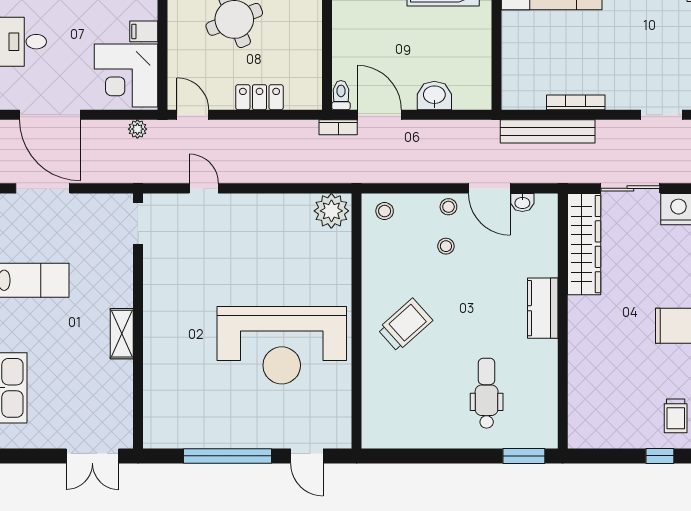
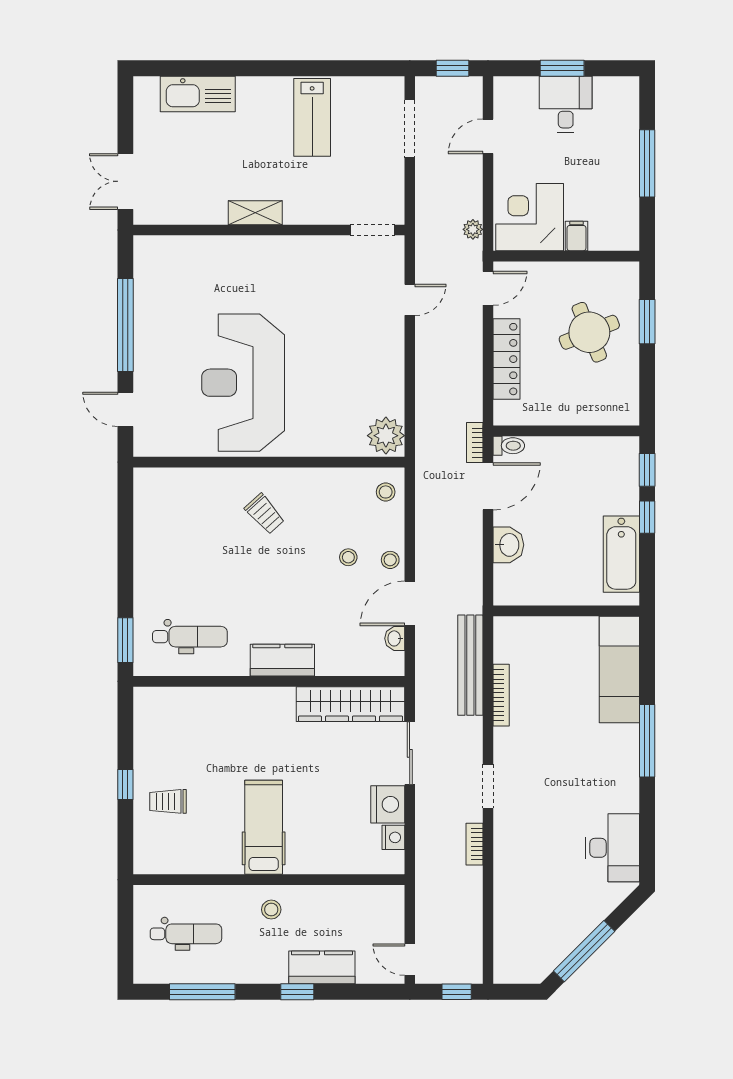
locker: (260, 97) -> (507, 359), width x1.53
door: (50, 115) -> (488, 136), width x0.53
trolley: (405, 325) -> (265, 514), width x0.73, depth x0.72
dental chair: (487, 393) -> (190, 637), moved
door: (307, 456) -> (125, 409), hinge flipped

